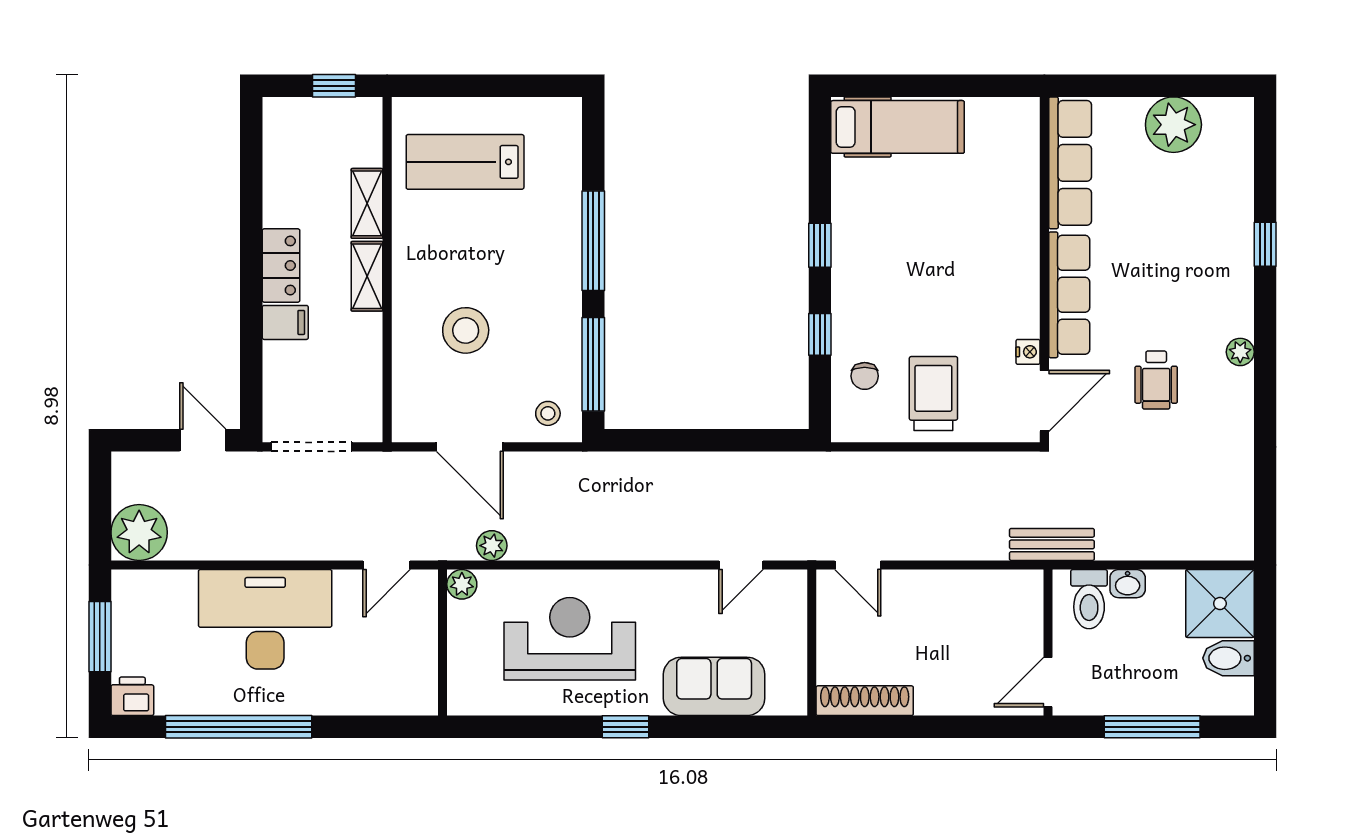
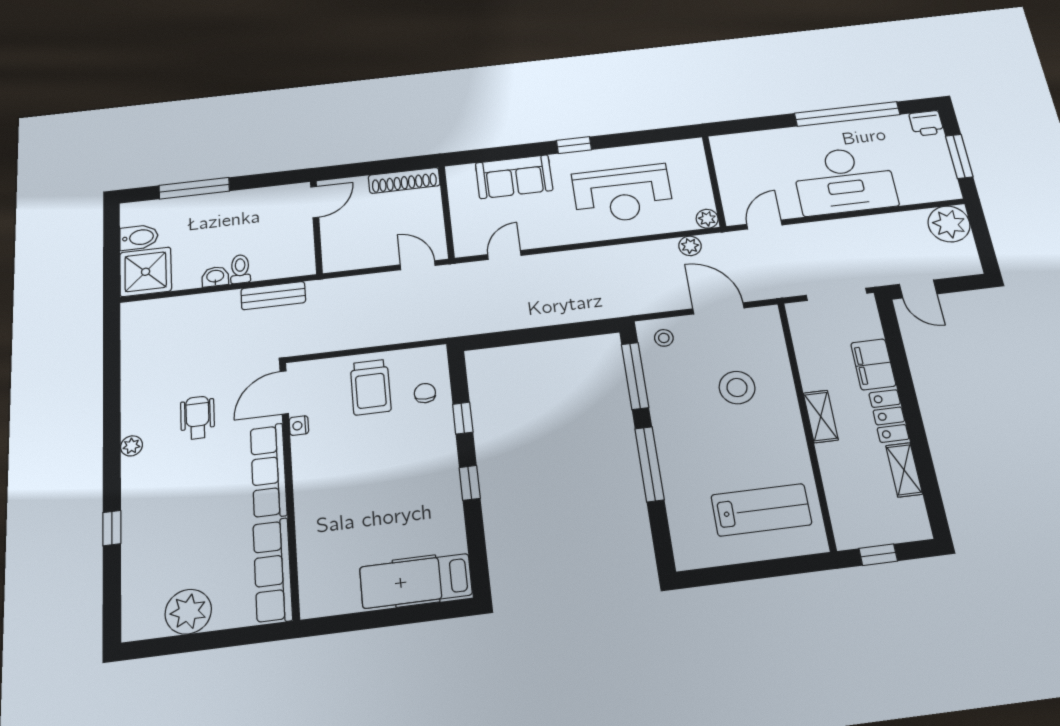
shelving: (367, 203) -> (904, 470), moved
filing cabinet: (285, 322) -> (873, 364), width x2.00
toilet: (1089, 599) -> (240, 269), width x0.73, depth x0.72
wall: (1048, 643) -> (316, 227), moved
door: (1048, 682) -> (315, 202), moved

